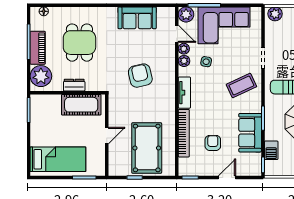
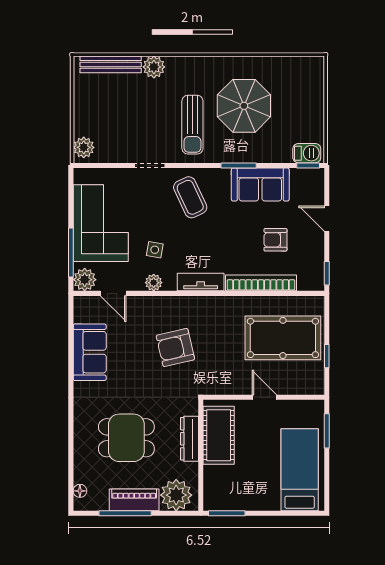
door: (177, 34) -> (113, 293), swing flipped
plant: (184, 49) -> (135, 283), removed
dresser: (74, 85) -> (190, 439), width x1.44
barbecue: (271, 150) -> (307, 153), moved

